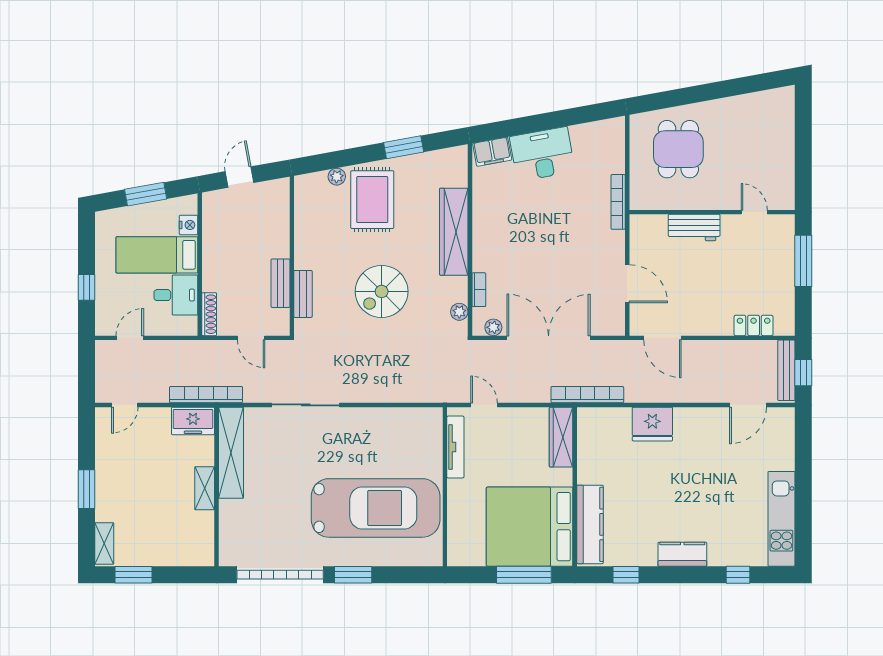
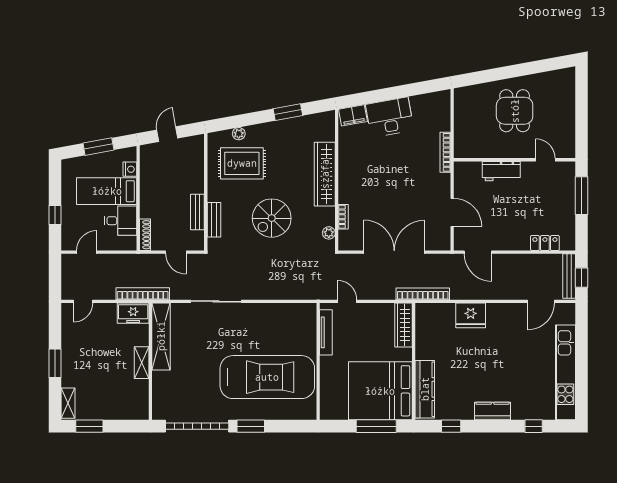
dining table: (678, 149) -> (515, 111), moved
rug: (372, 200) -> (242, 163), moved, turned 90
plant: (493, 327) -> (354, 244), removed
kitchen unit: (781, 519) -> (565, 372), width x1.36

